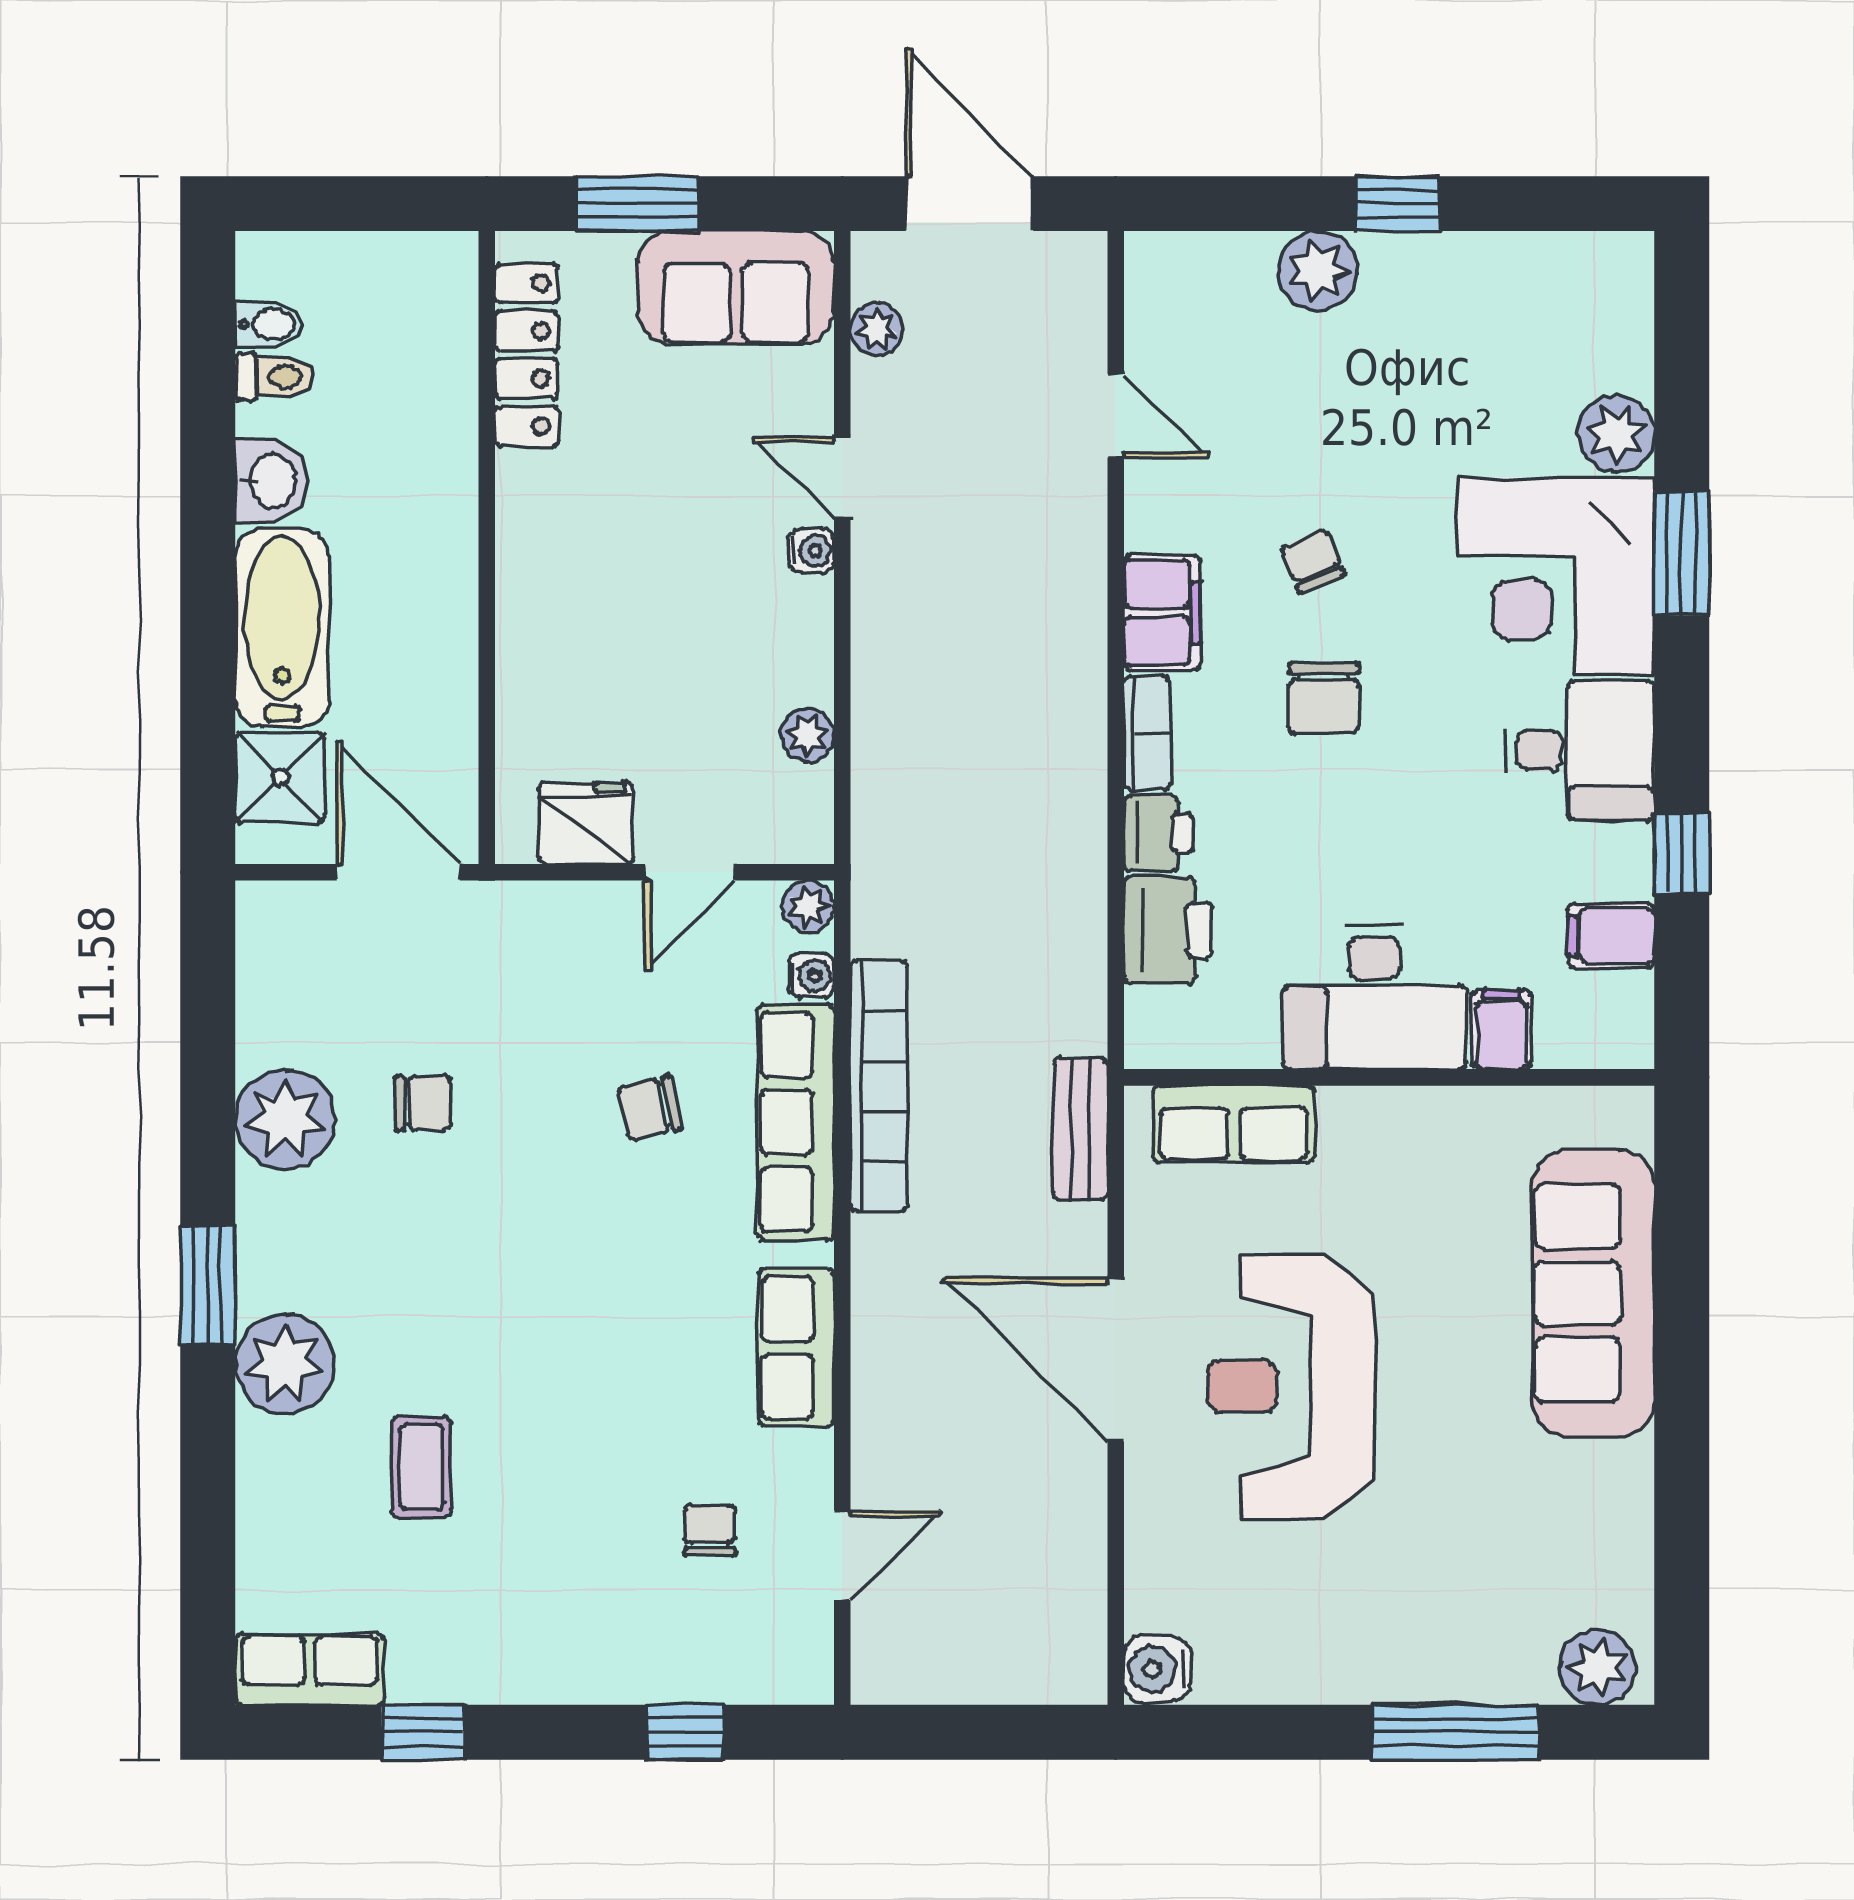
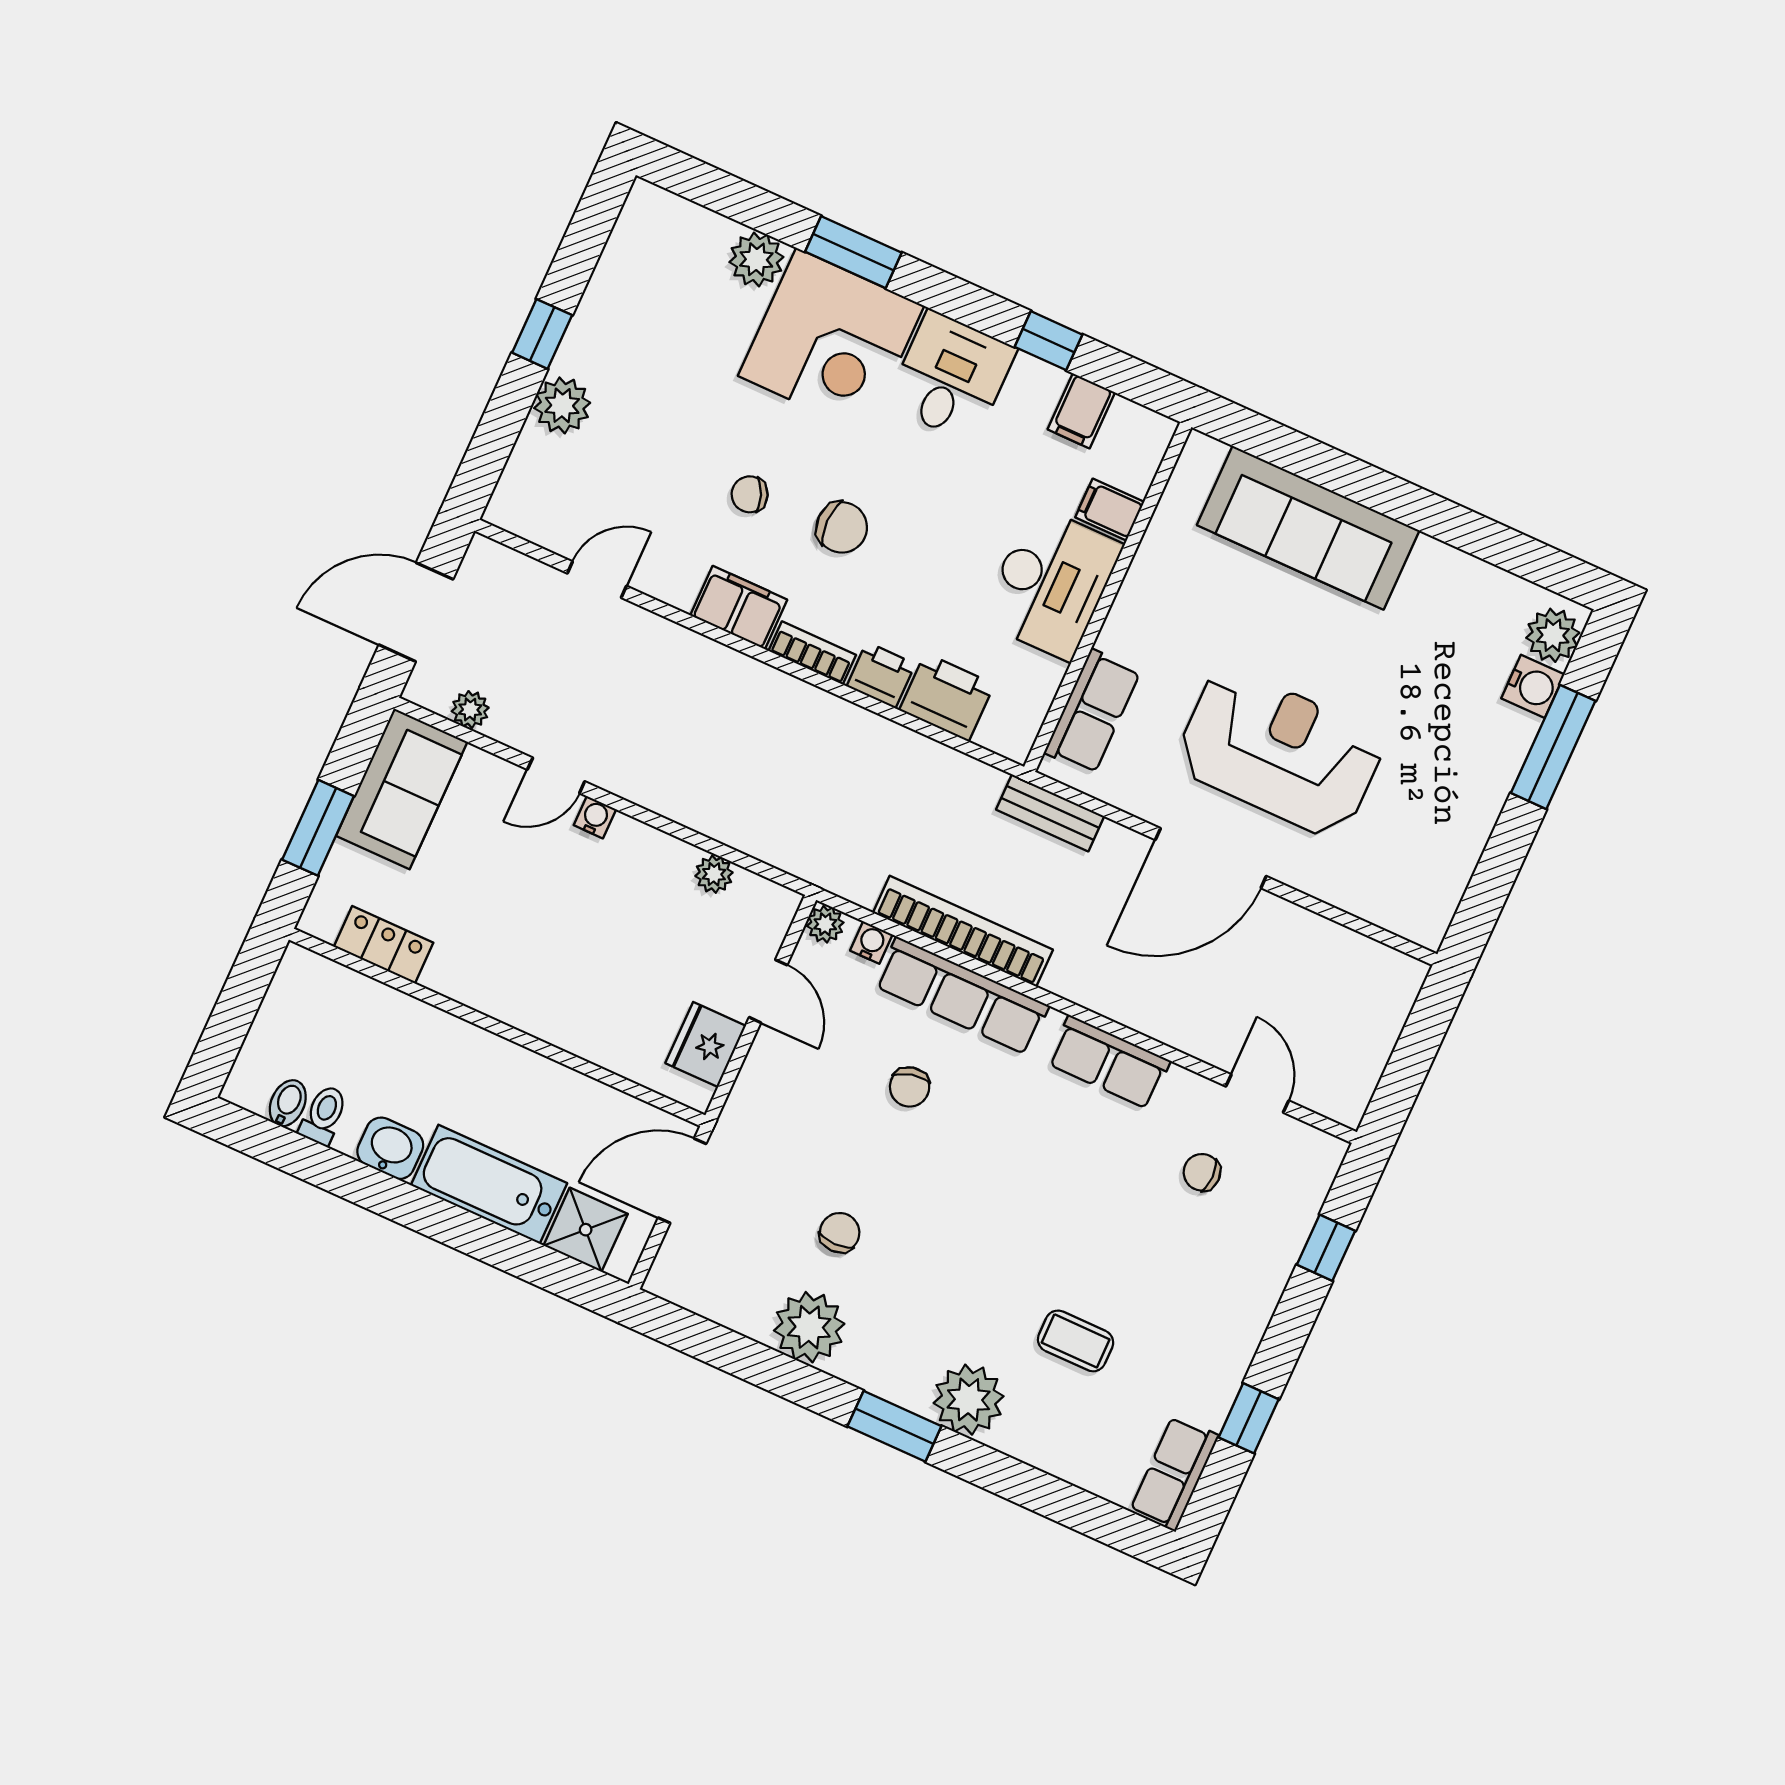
locker: (527, 355) -> (384, 945), width x0.66
reception desk: (1291, 1386) -> (1280, 752), turned 180
water cooler: (1158, 1669) -> (1533, 686), moved, turned -90

